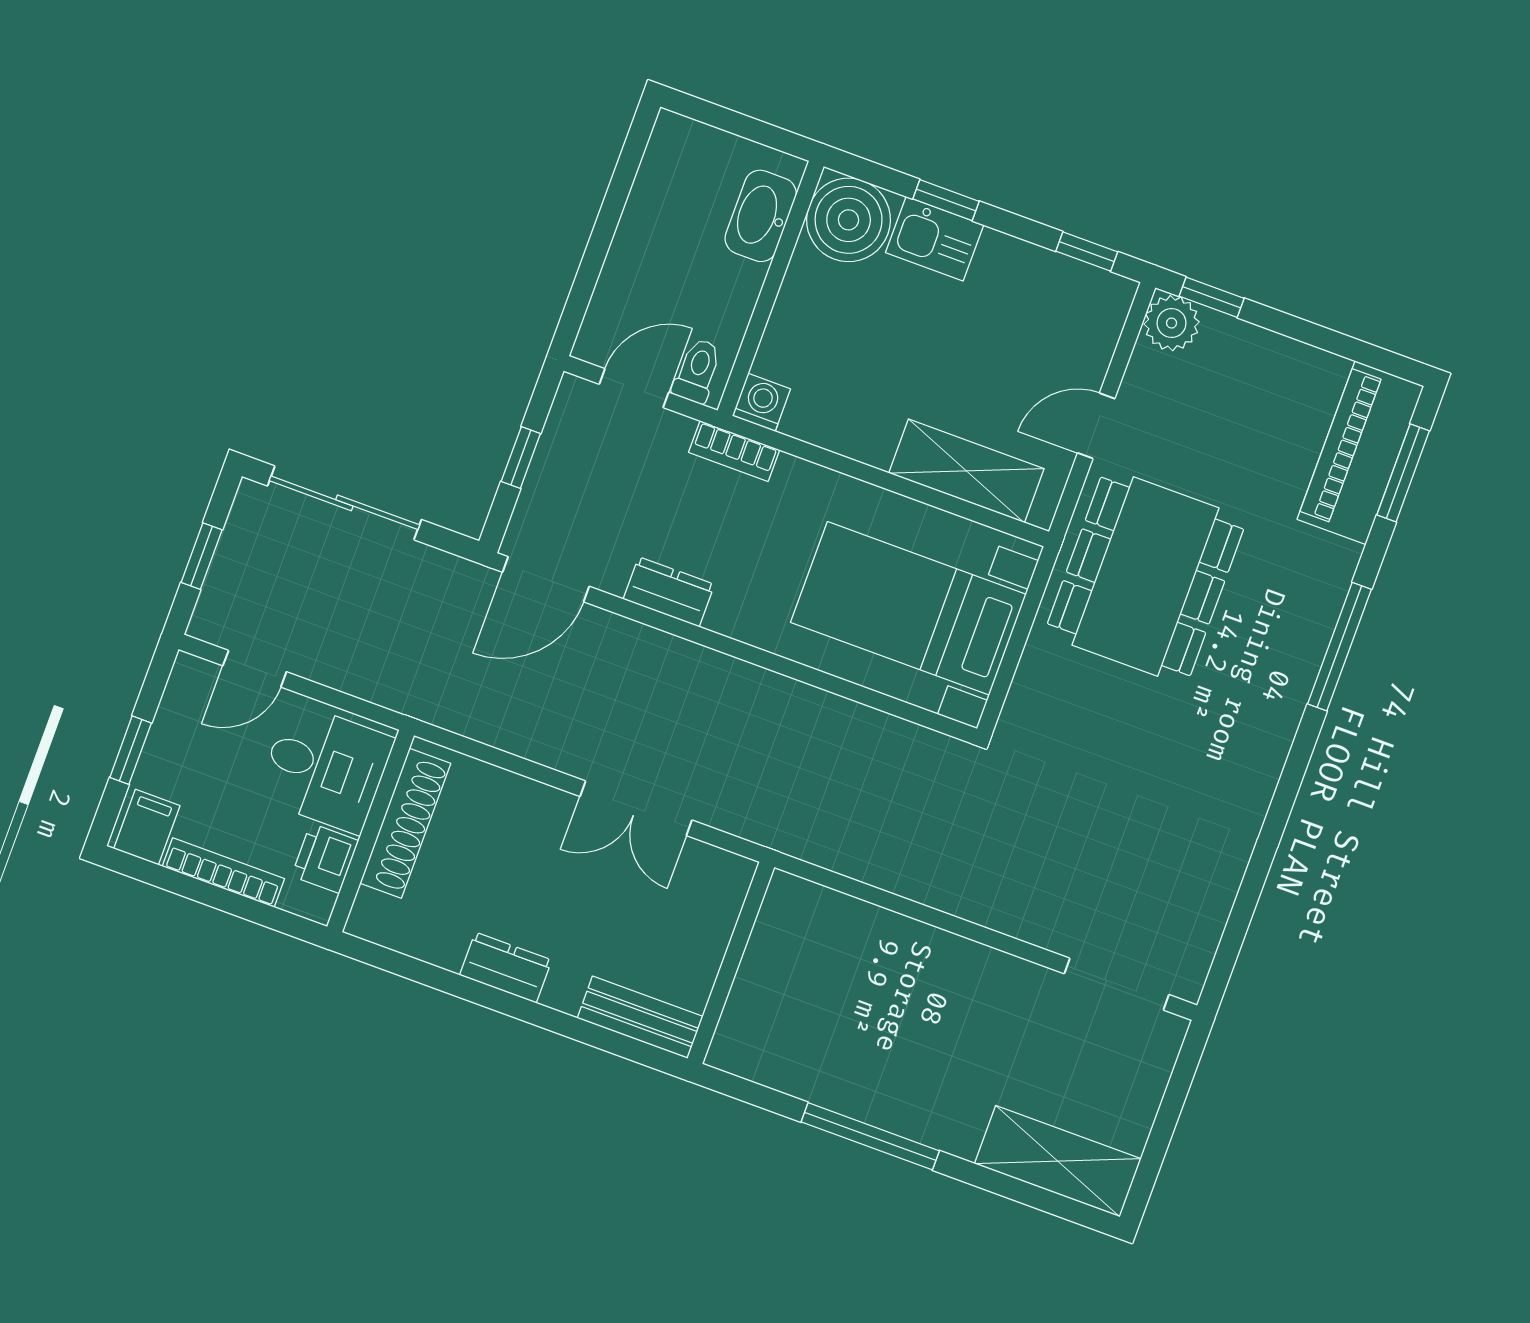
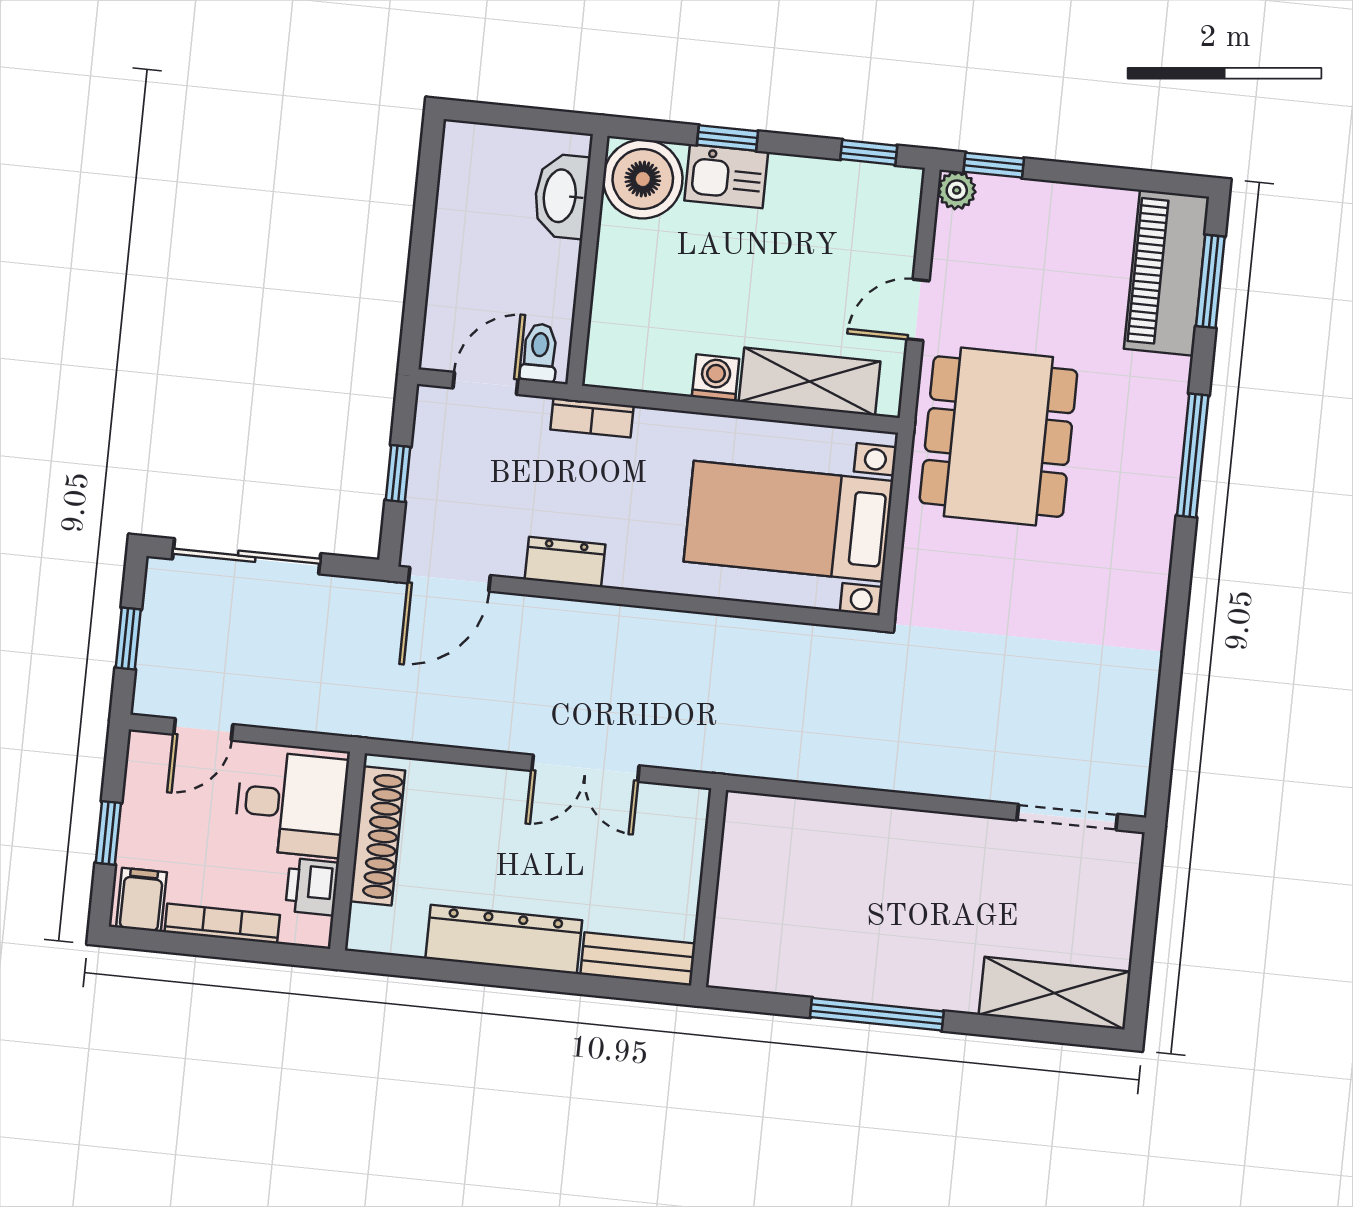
plant: (1172, 323) -> (957, 190), width x0.73, depth x0.73
washing machine: (761, 402) -> (716, 378), moved
dresser: (506, 968) -> (504, 939), width x1.96, depth x1.24

